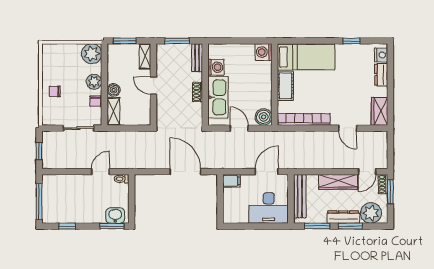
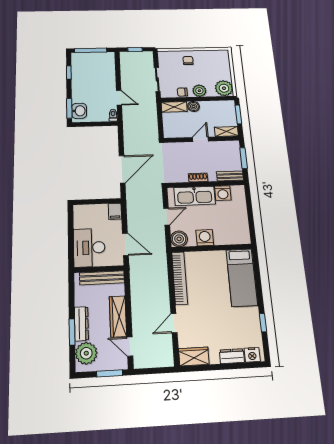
washing machine: (263, 52) -> (205, 238), moved
cot: (285, 86) -> (211, 259), removed
shoe rack: (383, 184) -> (117, 365), removed
window: (317, 226) -> (72, 297), removed

